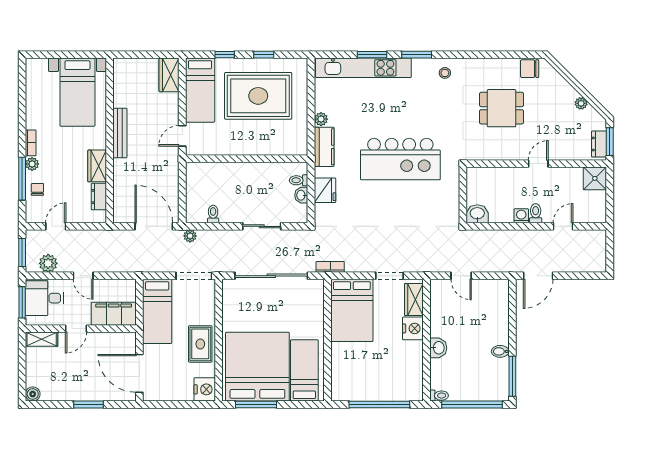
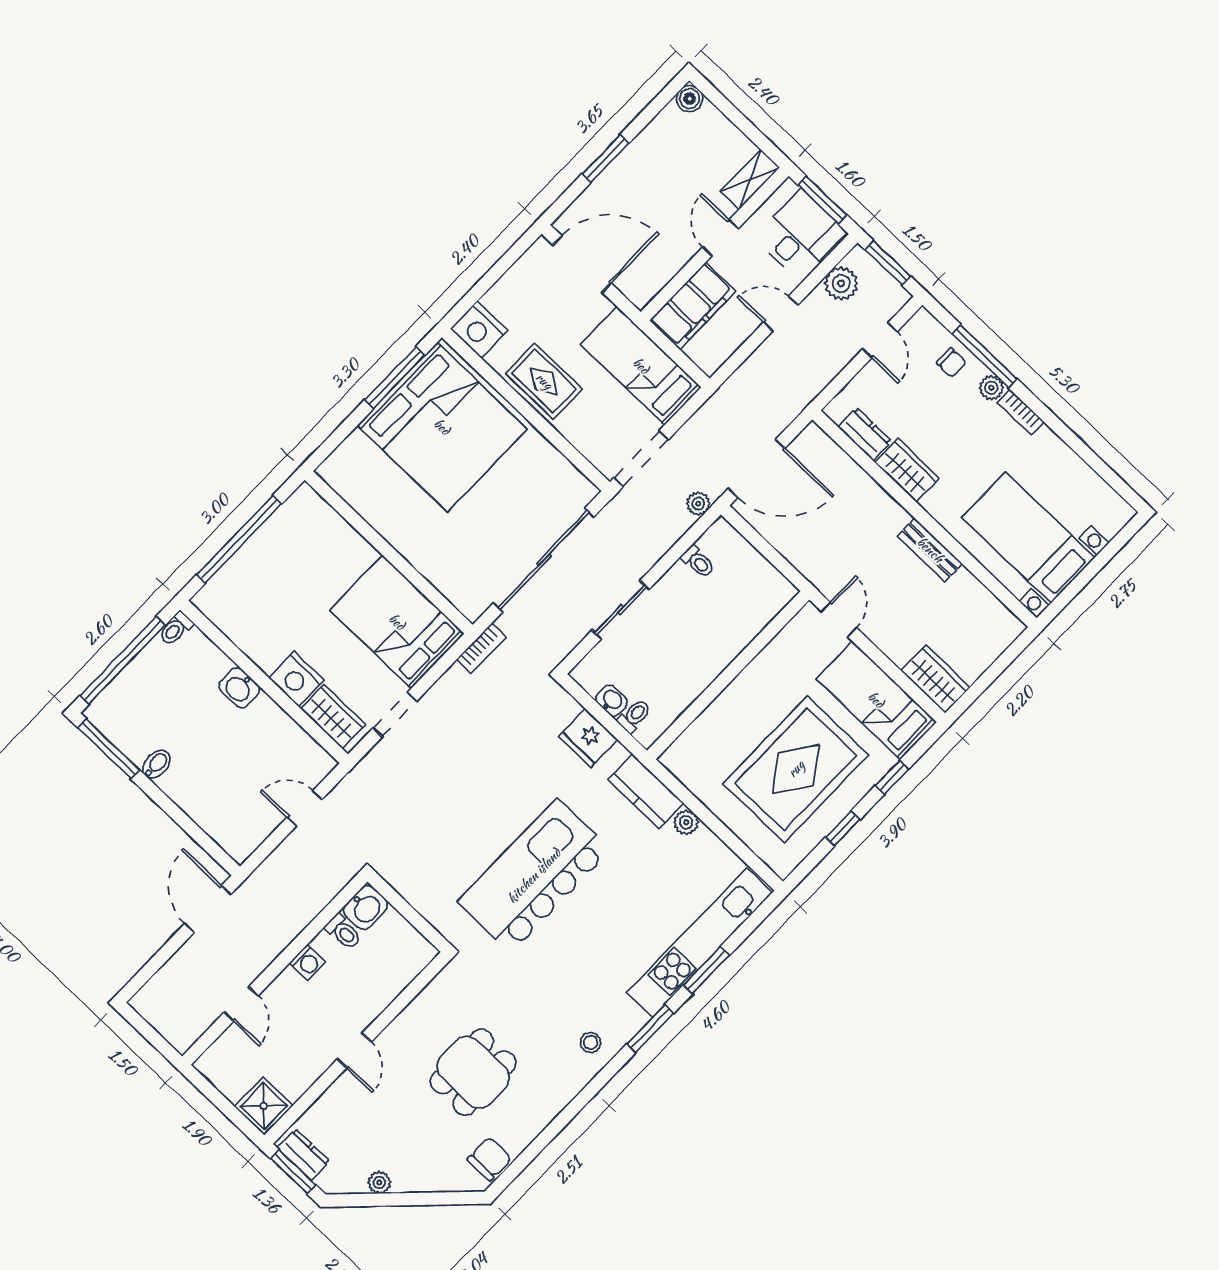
bench: (120, 133) -> (930, 550), width x0.73
toilet: (536, 213) -> (343, 932), moved
bed: (304, 370) -> (378, 484), removed

